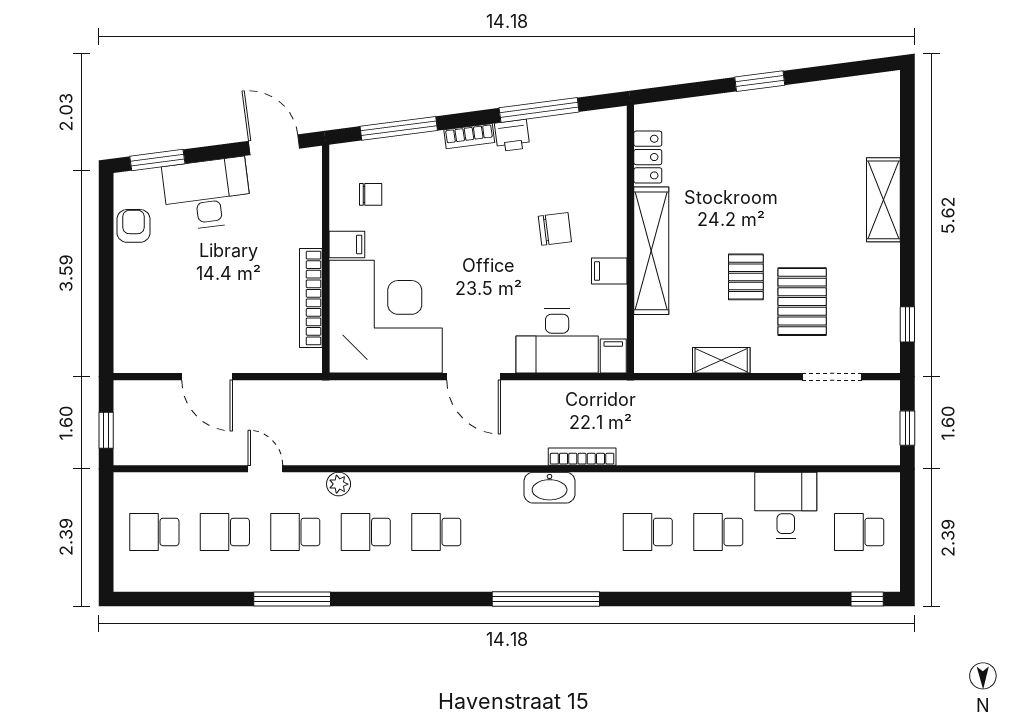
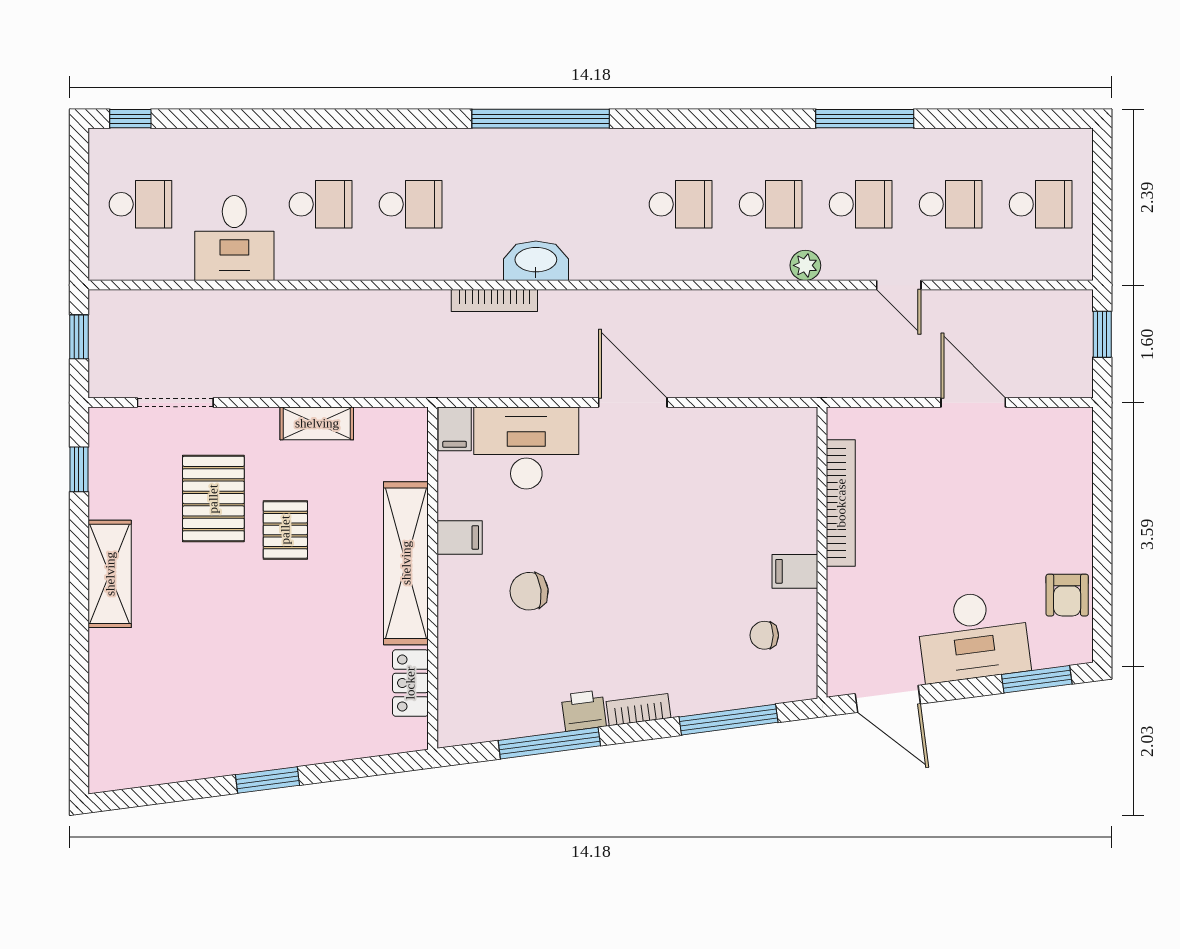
shelving: (883, 200) -> (110, 574), moved
corner desk: (386, 317) -> (745, 479), removed

